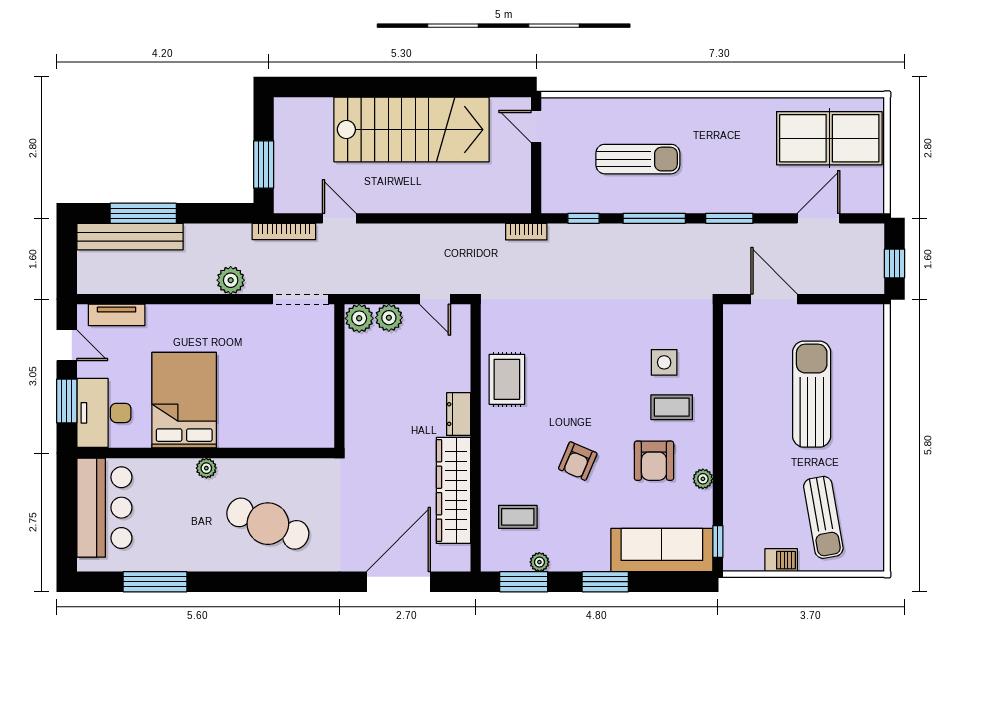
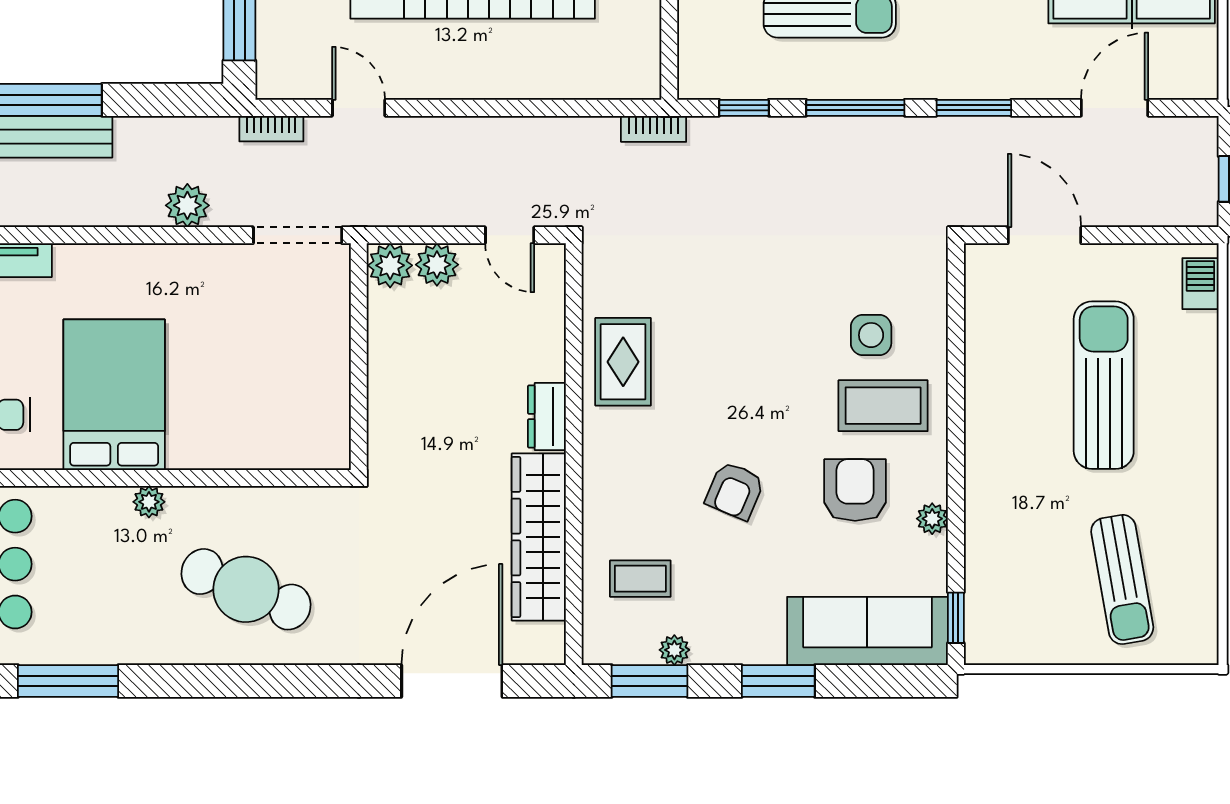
bookcase: (284, 232) -> (271, 129), width x0.64
coffee table: (672, 407) -> (883, 406), width x1.36, depth x1.30
armchair: (654, 461) -> (855, 490), turned 180
barbecue: (781, 560) -> (1200, 284), moved, turned -90

